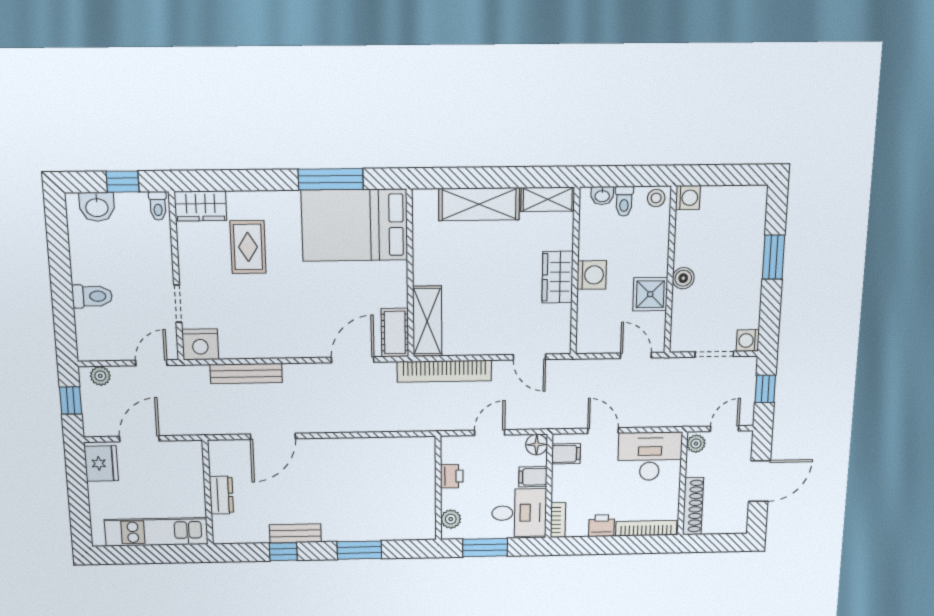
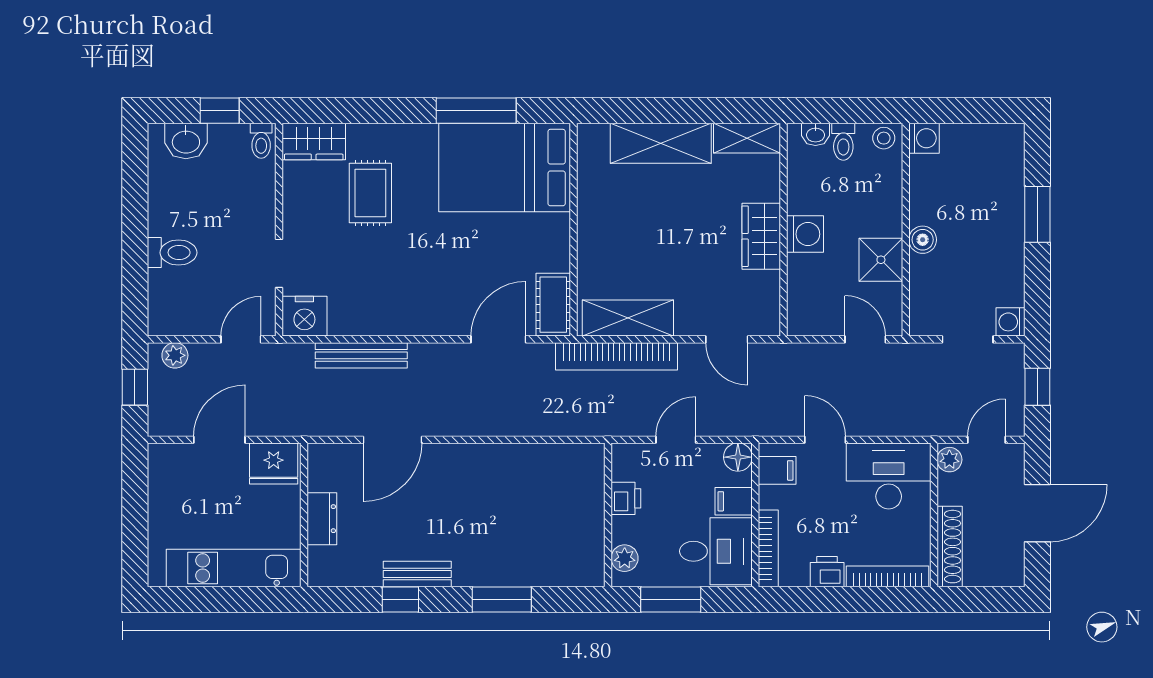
shelving: (427, 321) -> (628, 318), moved, turned 90
fridge: (101, 463) -> (274, 463), moved, turned 90
bookcase: (558, 520) -> (768, 548), width x1.56

